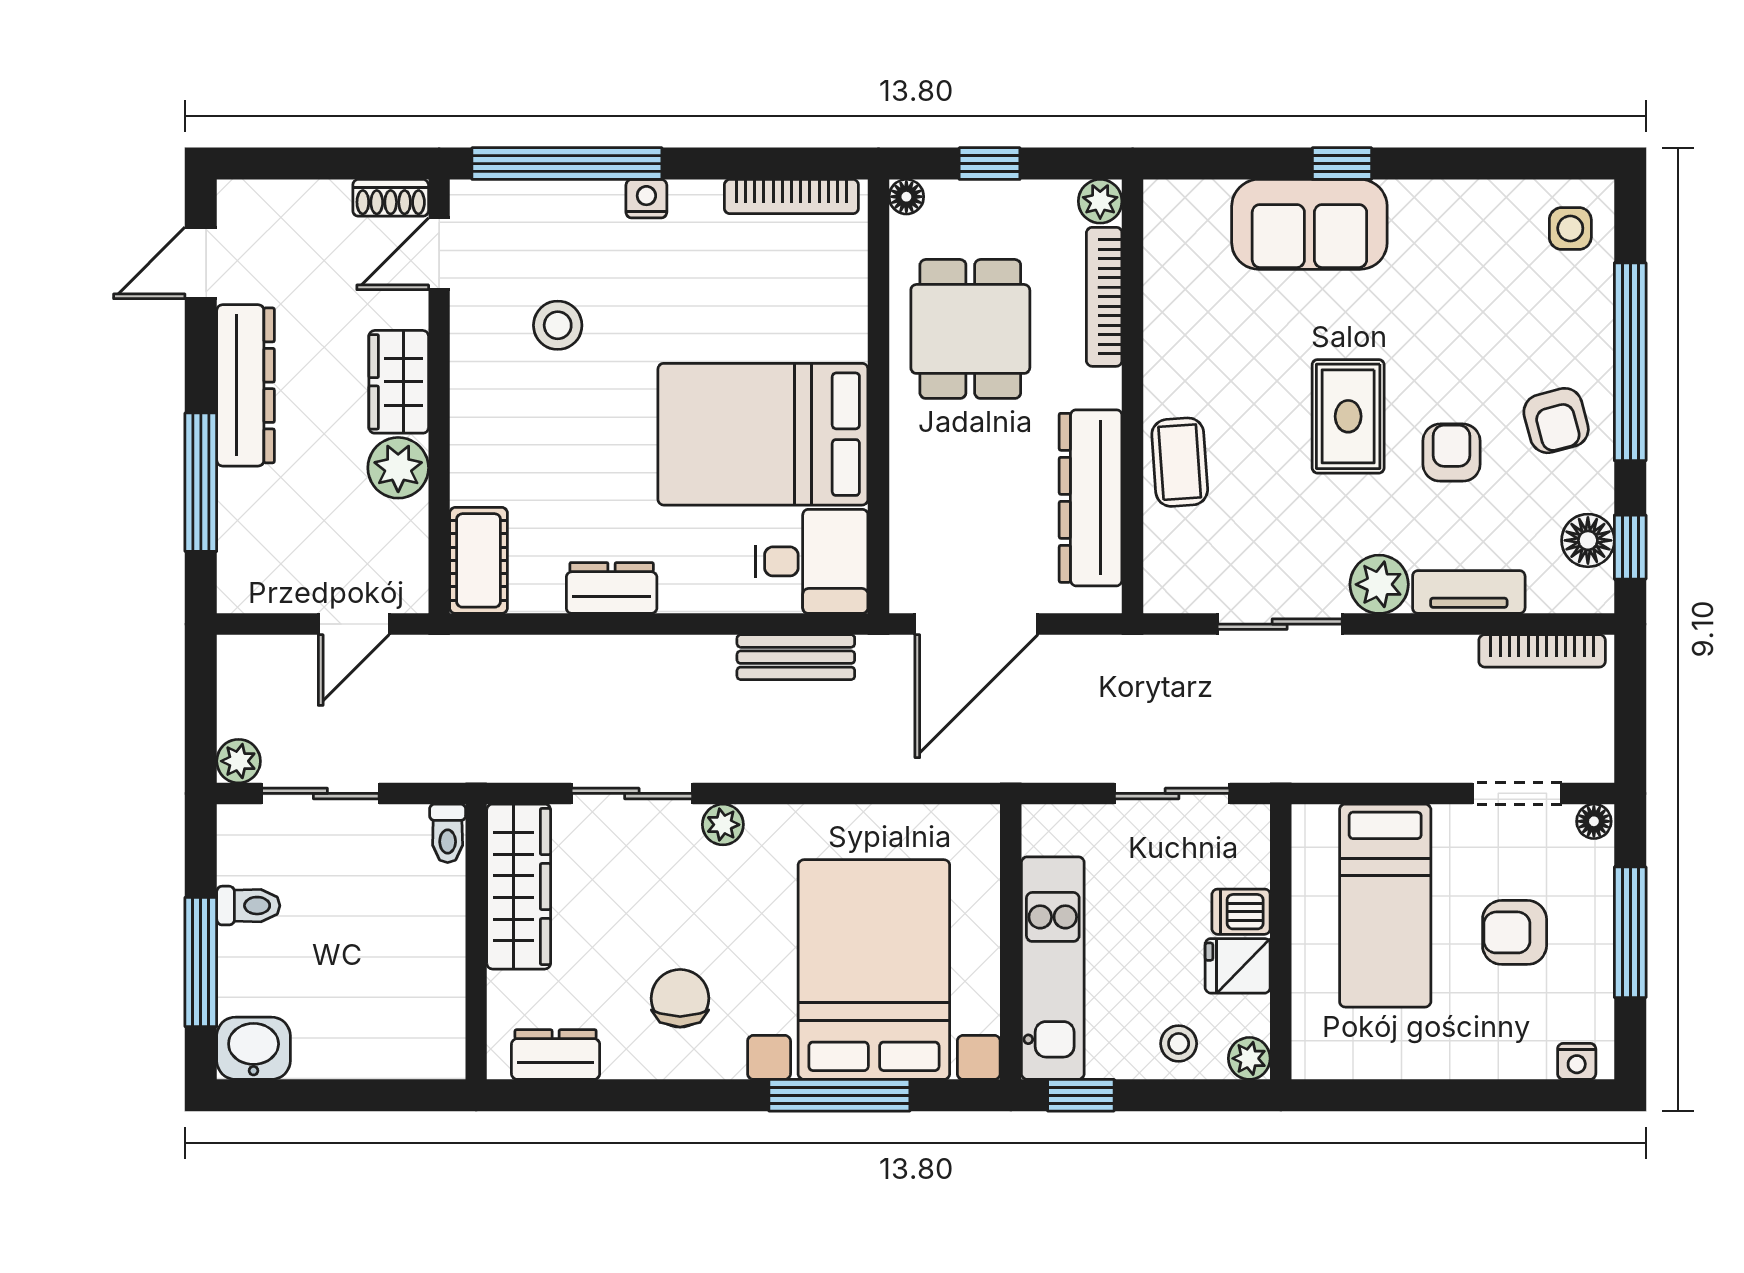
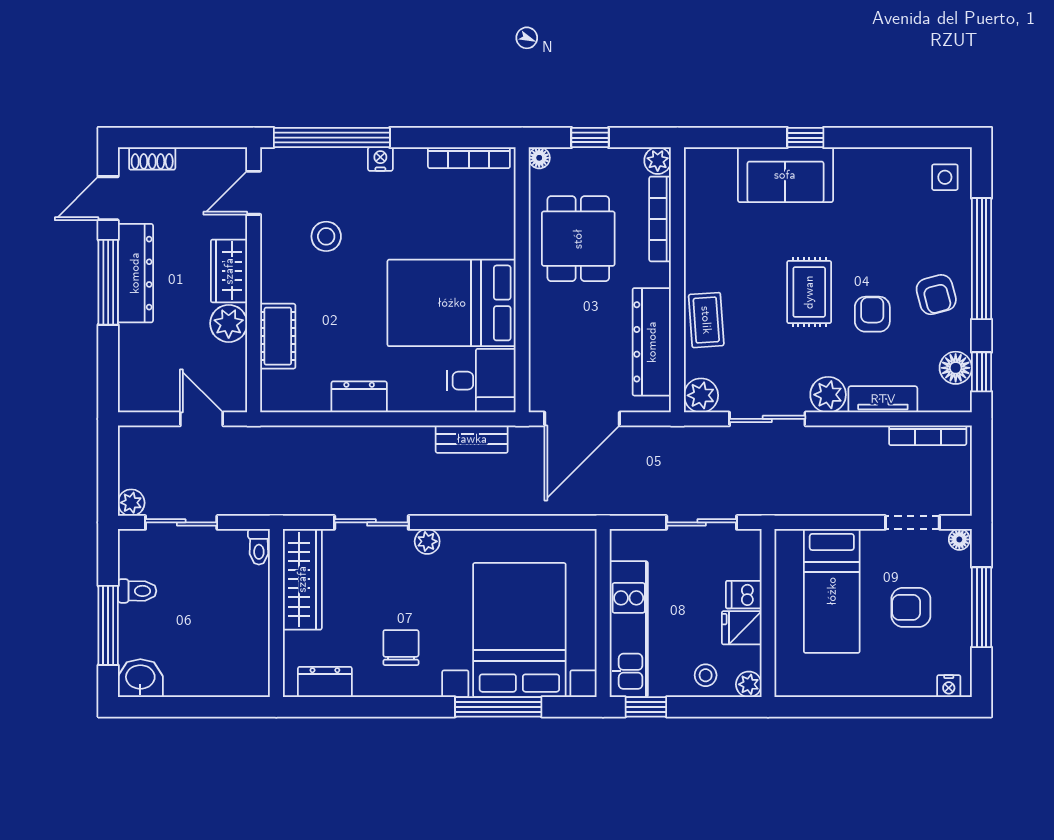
shoe rack: (391, 198) -> (152, 158), moved
window: (201, 482) -> (108, 282), moved
cot: (479, 560) -> (278, 336), moved
plant: (1171, 586) -> (701, 395), added
door: (354, 624) -> (202, 419), swing flipped

